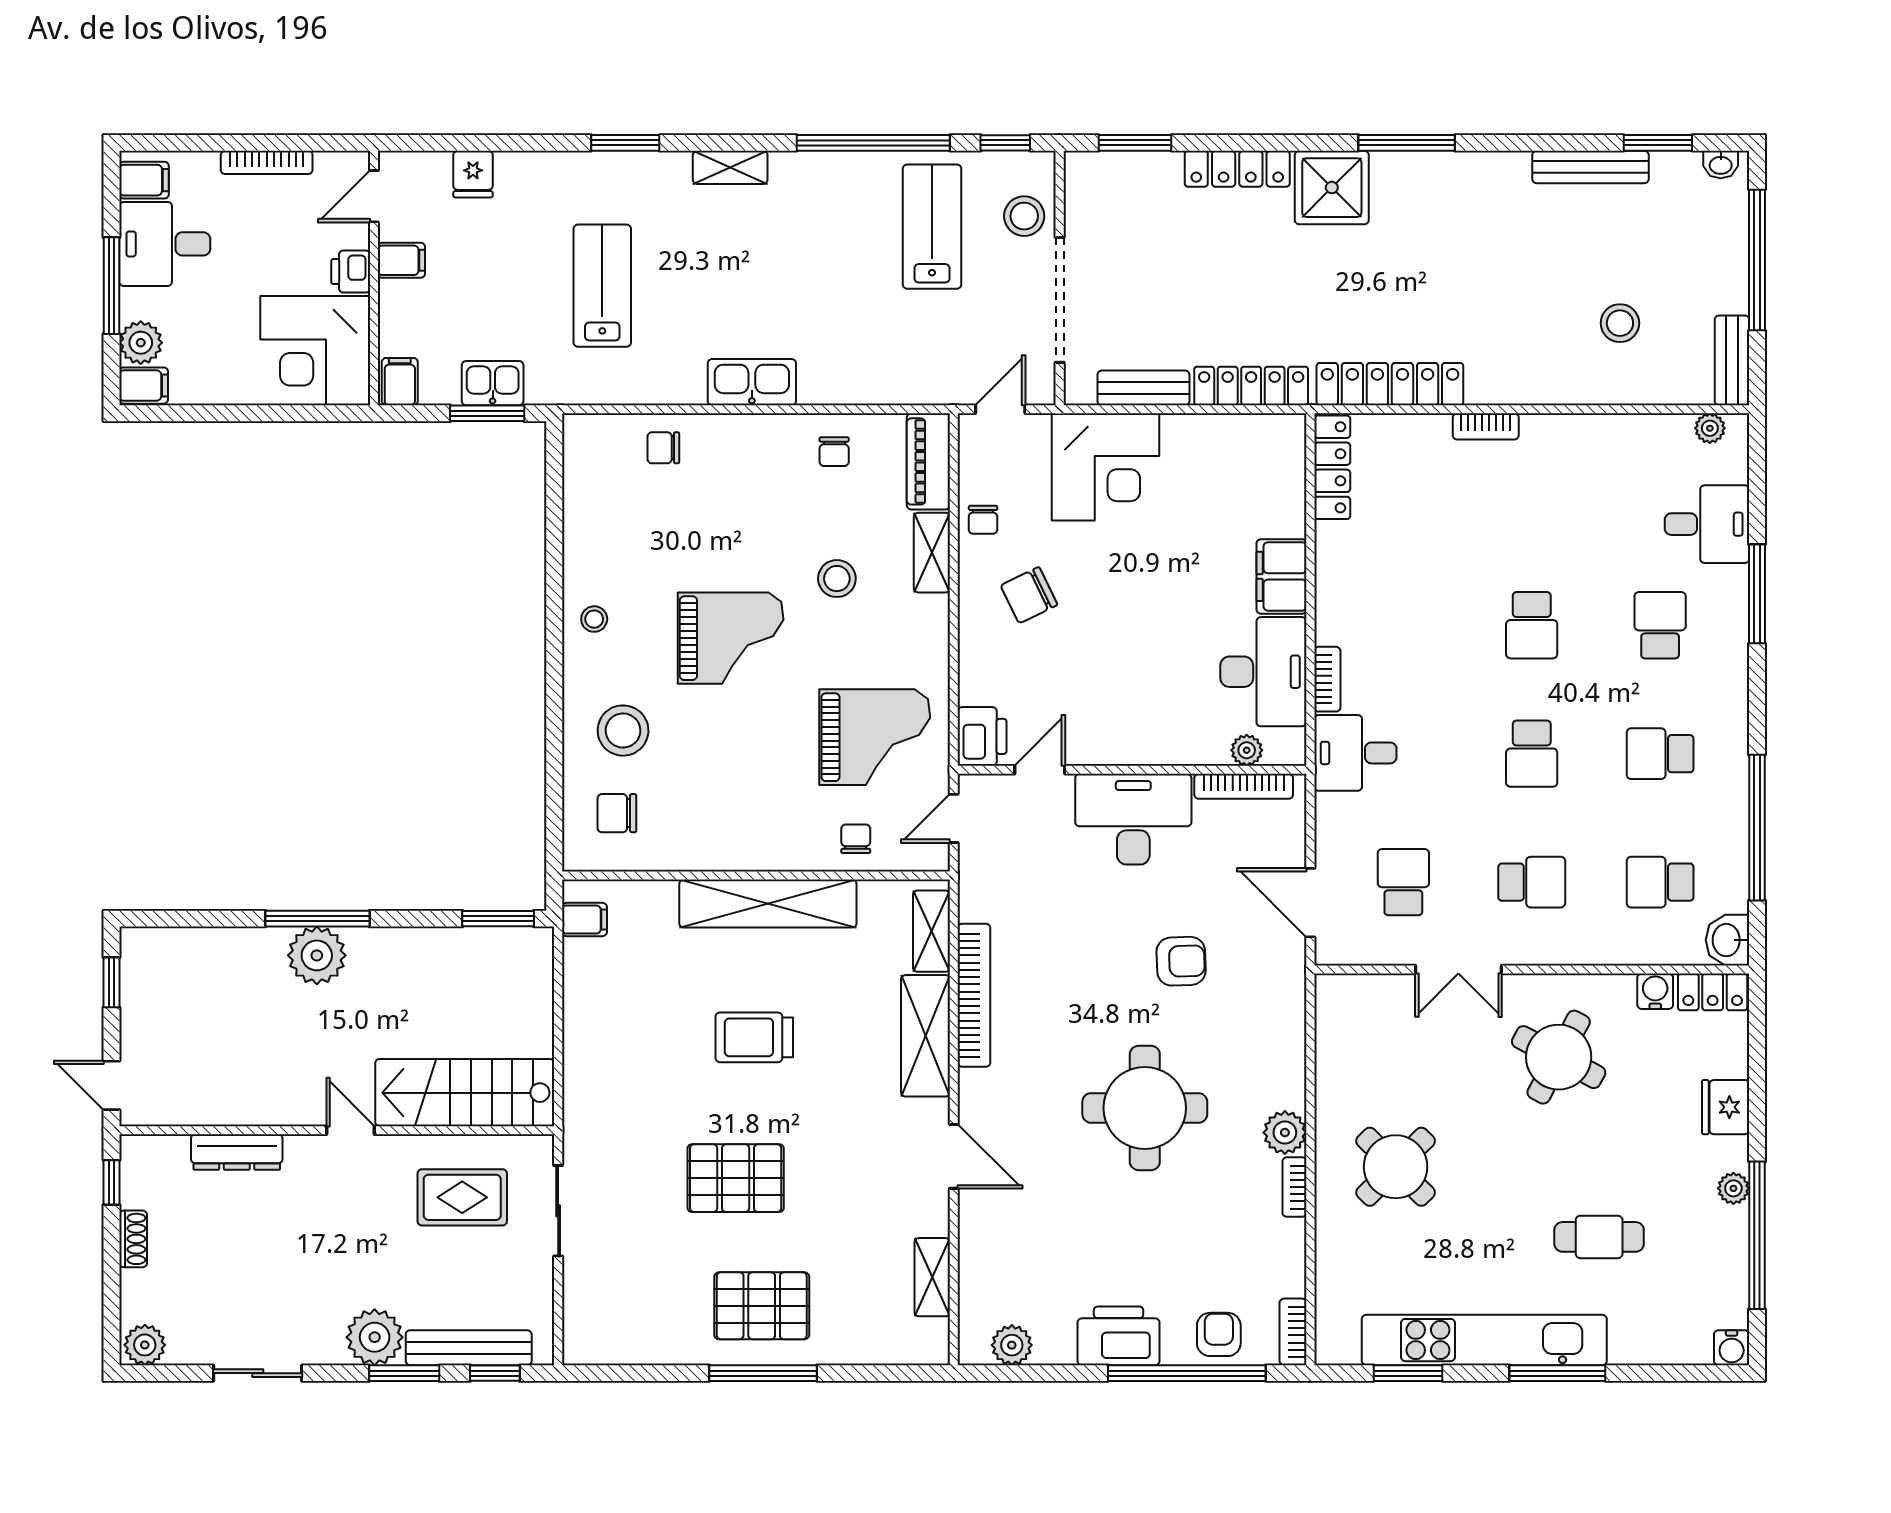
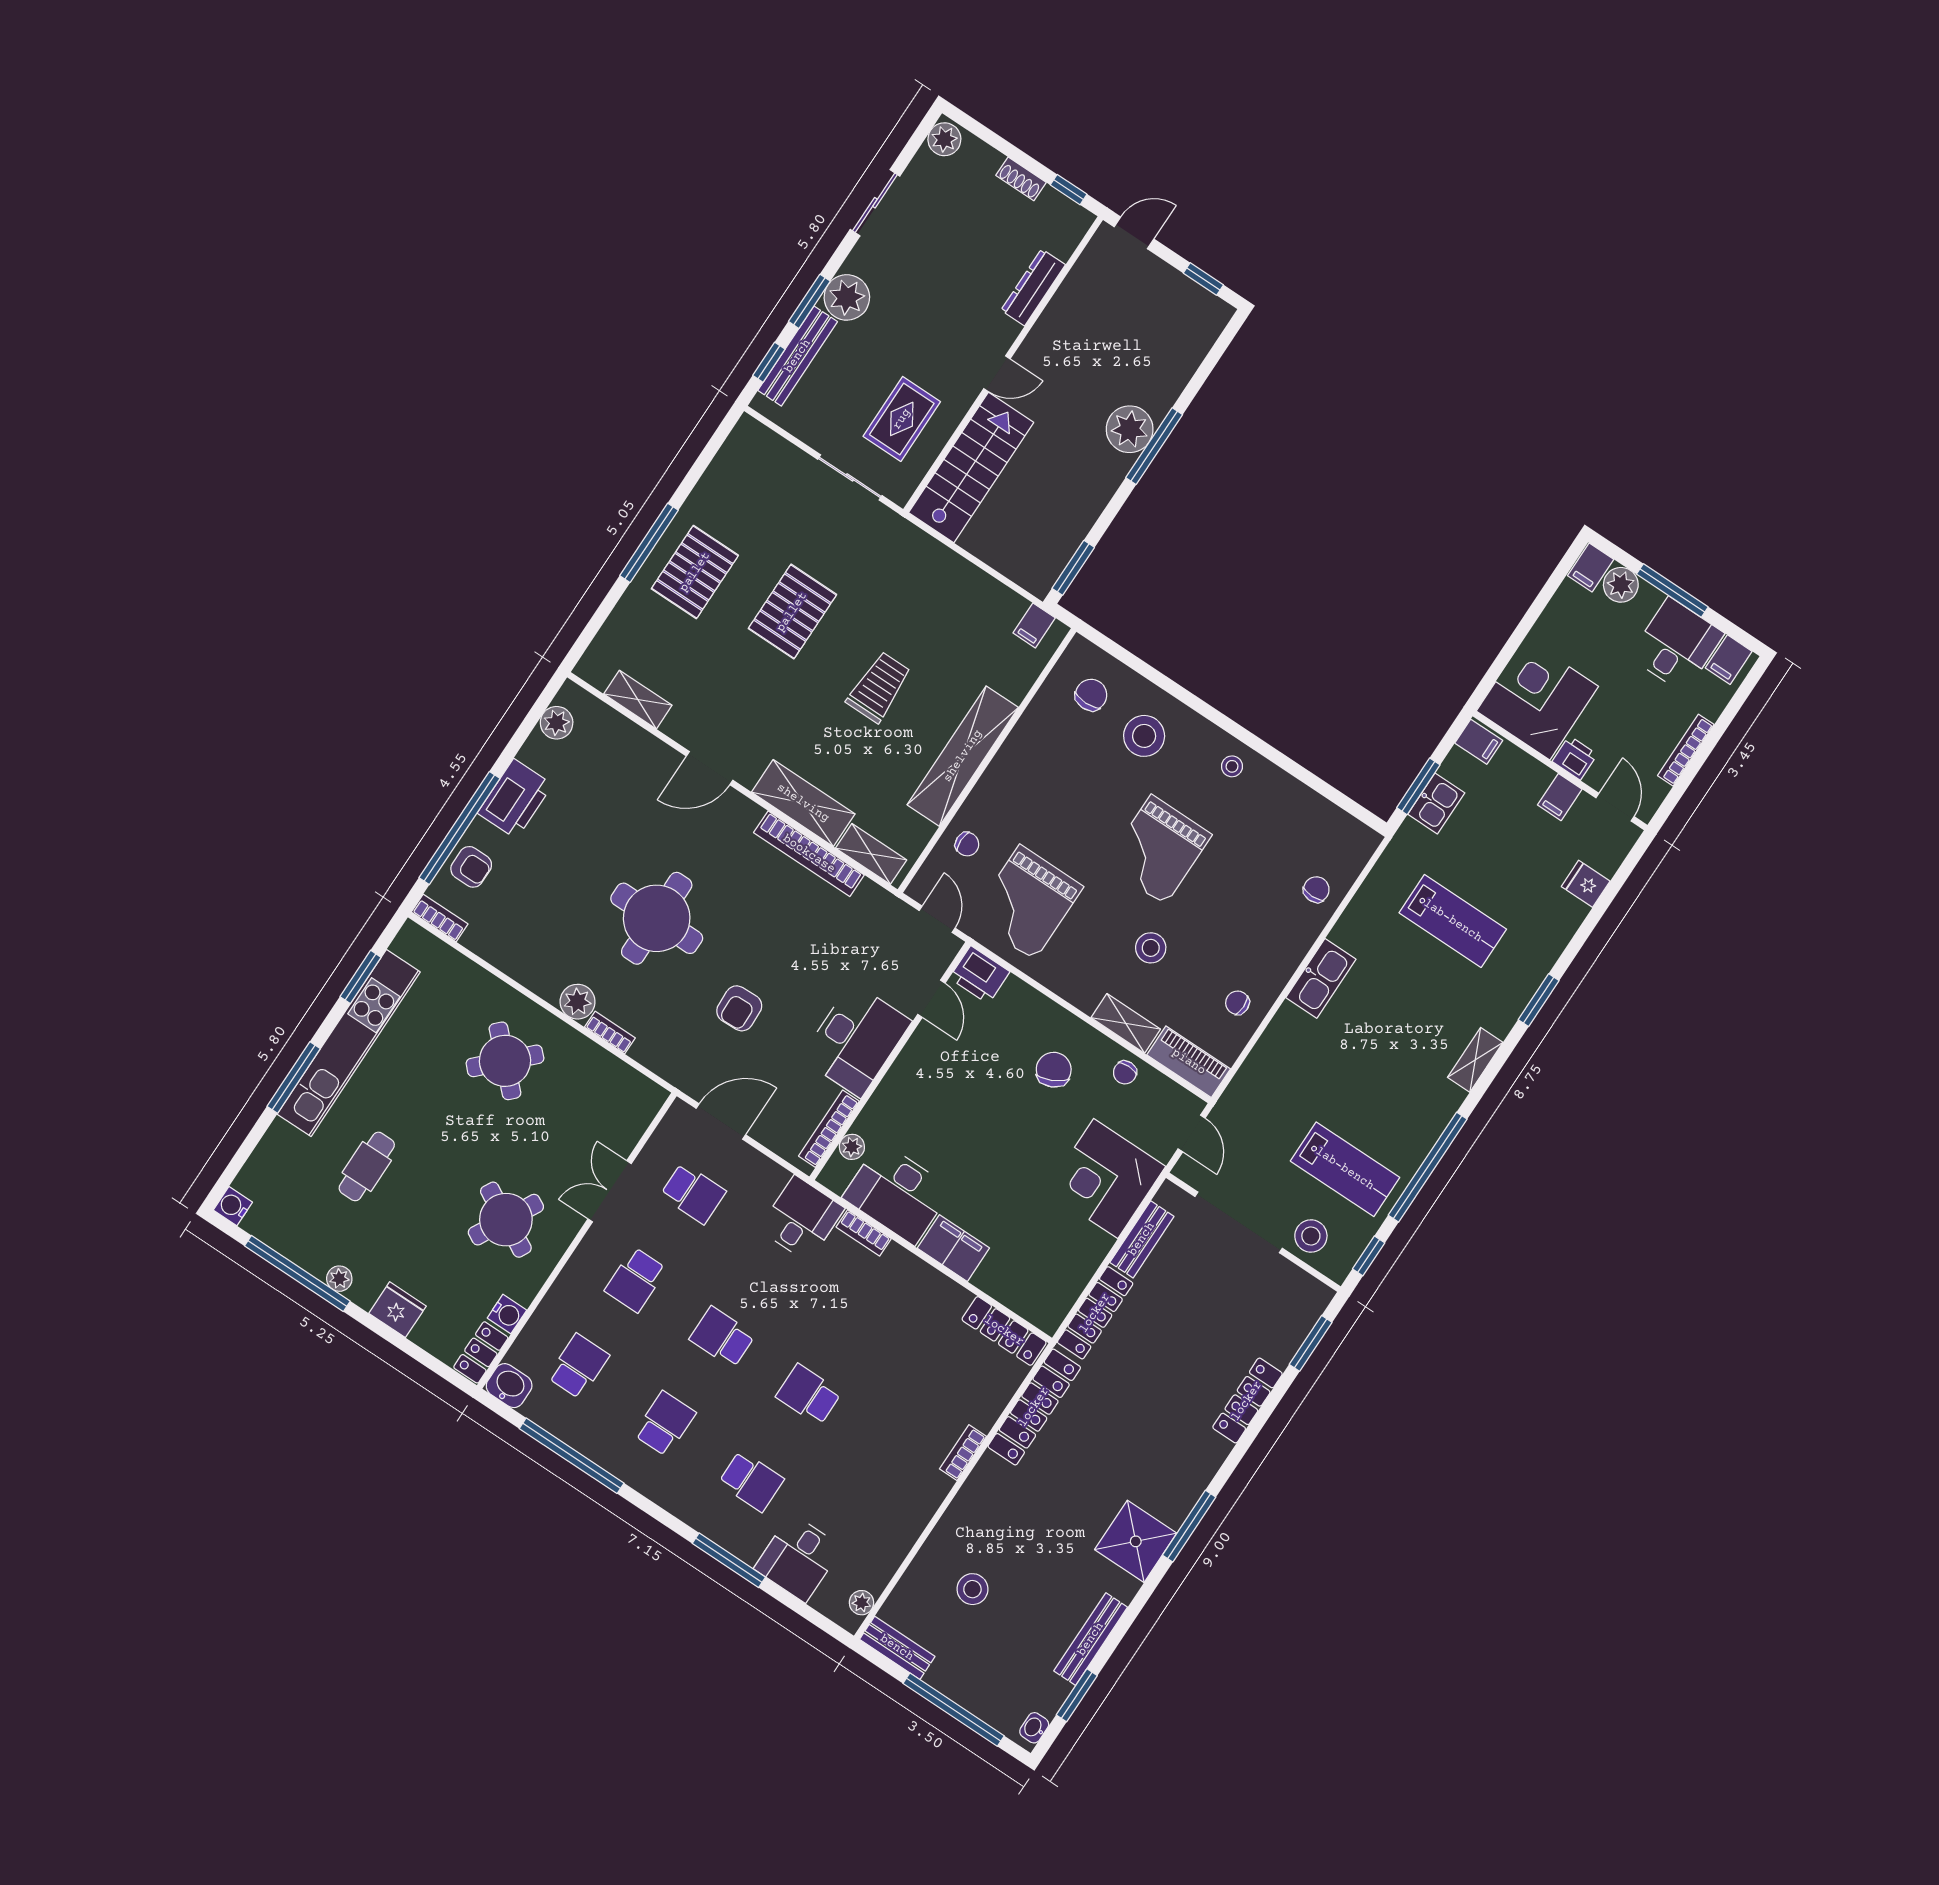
shower: (1332, 188) -> (1136, 1541), moved
chair: (983, 520) -> (1125, 1072), turned -90
bookcase: (1294, 1187) -> (610, 1032), moved

